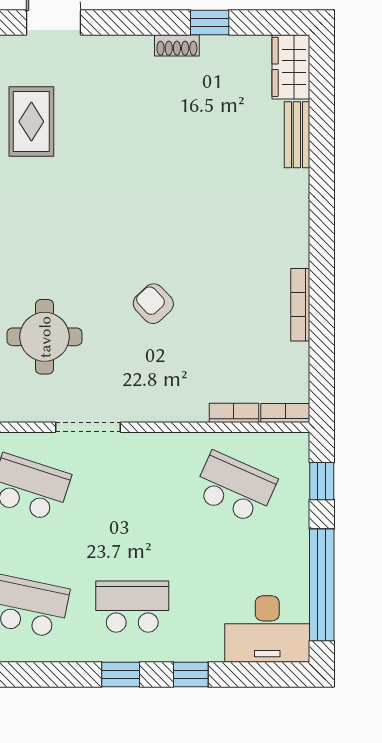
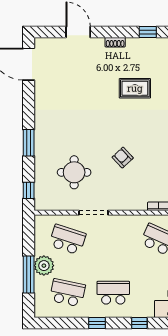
shoe rack: (177, 45) -> (115, 42), moved
rug: (31, 122) -> (135, 88), moved, turned 90
window: (121, 674) -> (97, 323), moved

